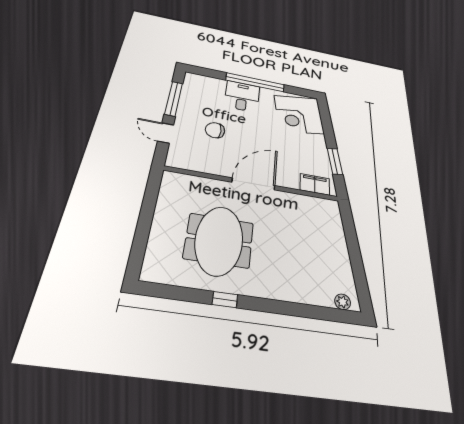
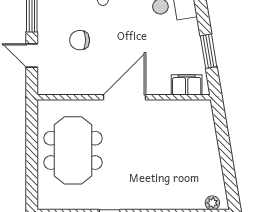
meeting table: (219, 240) -> (73, 150), moved

